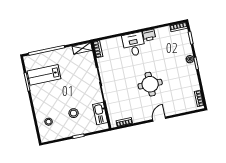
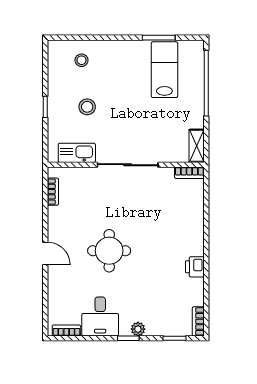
desk: (134, 44) -> (100, 316), moved, turned 90

